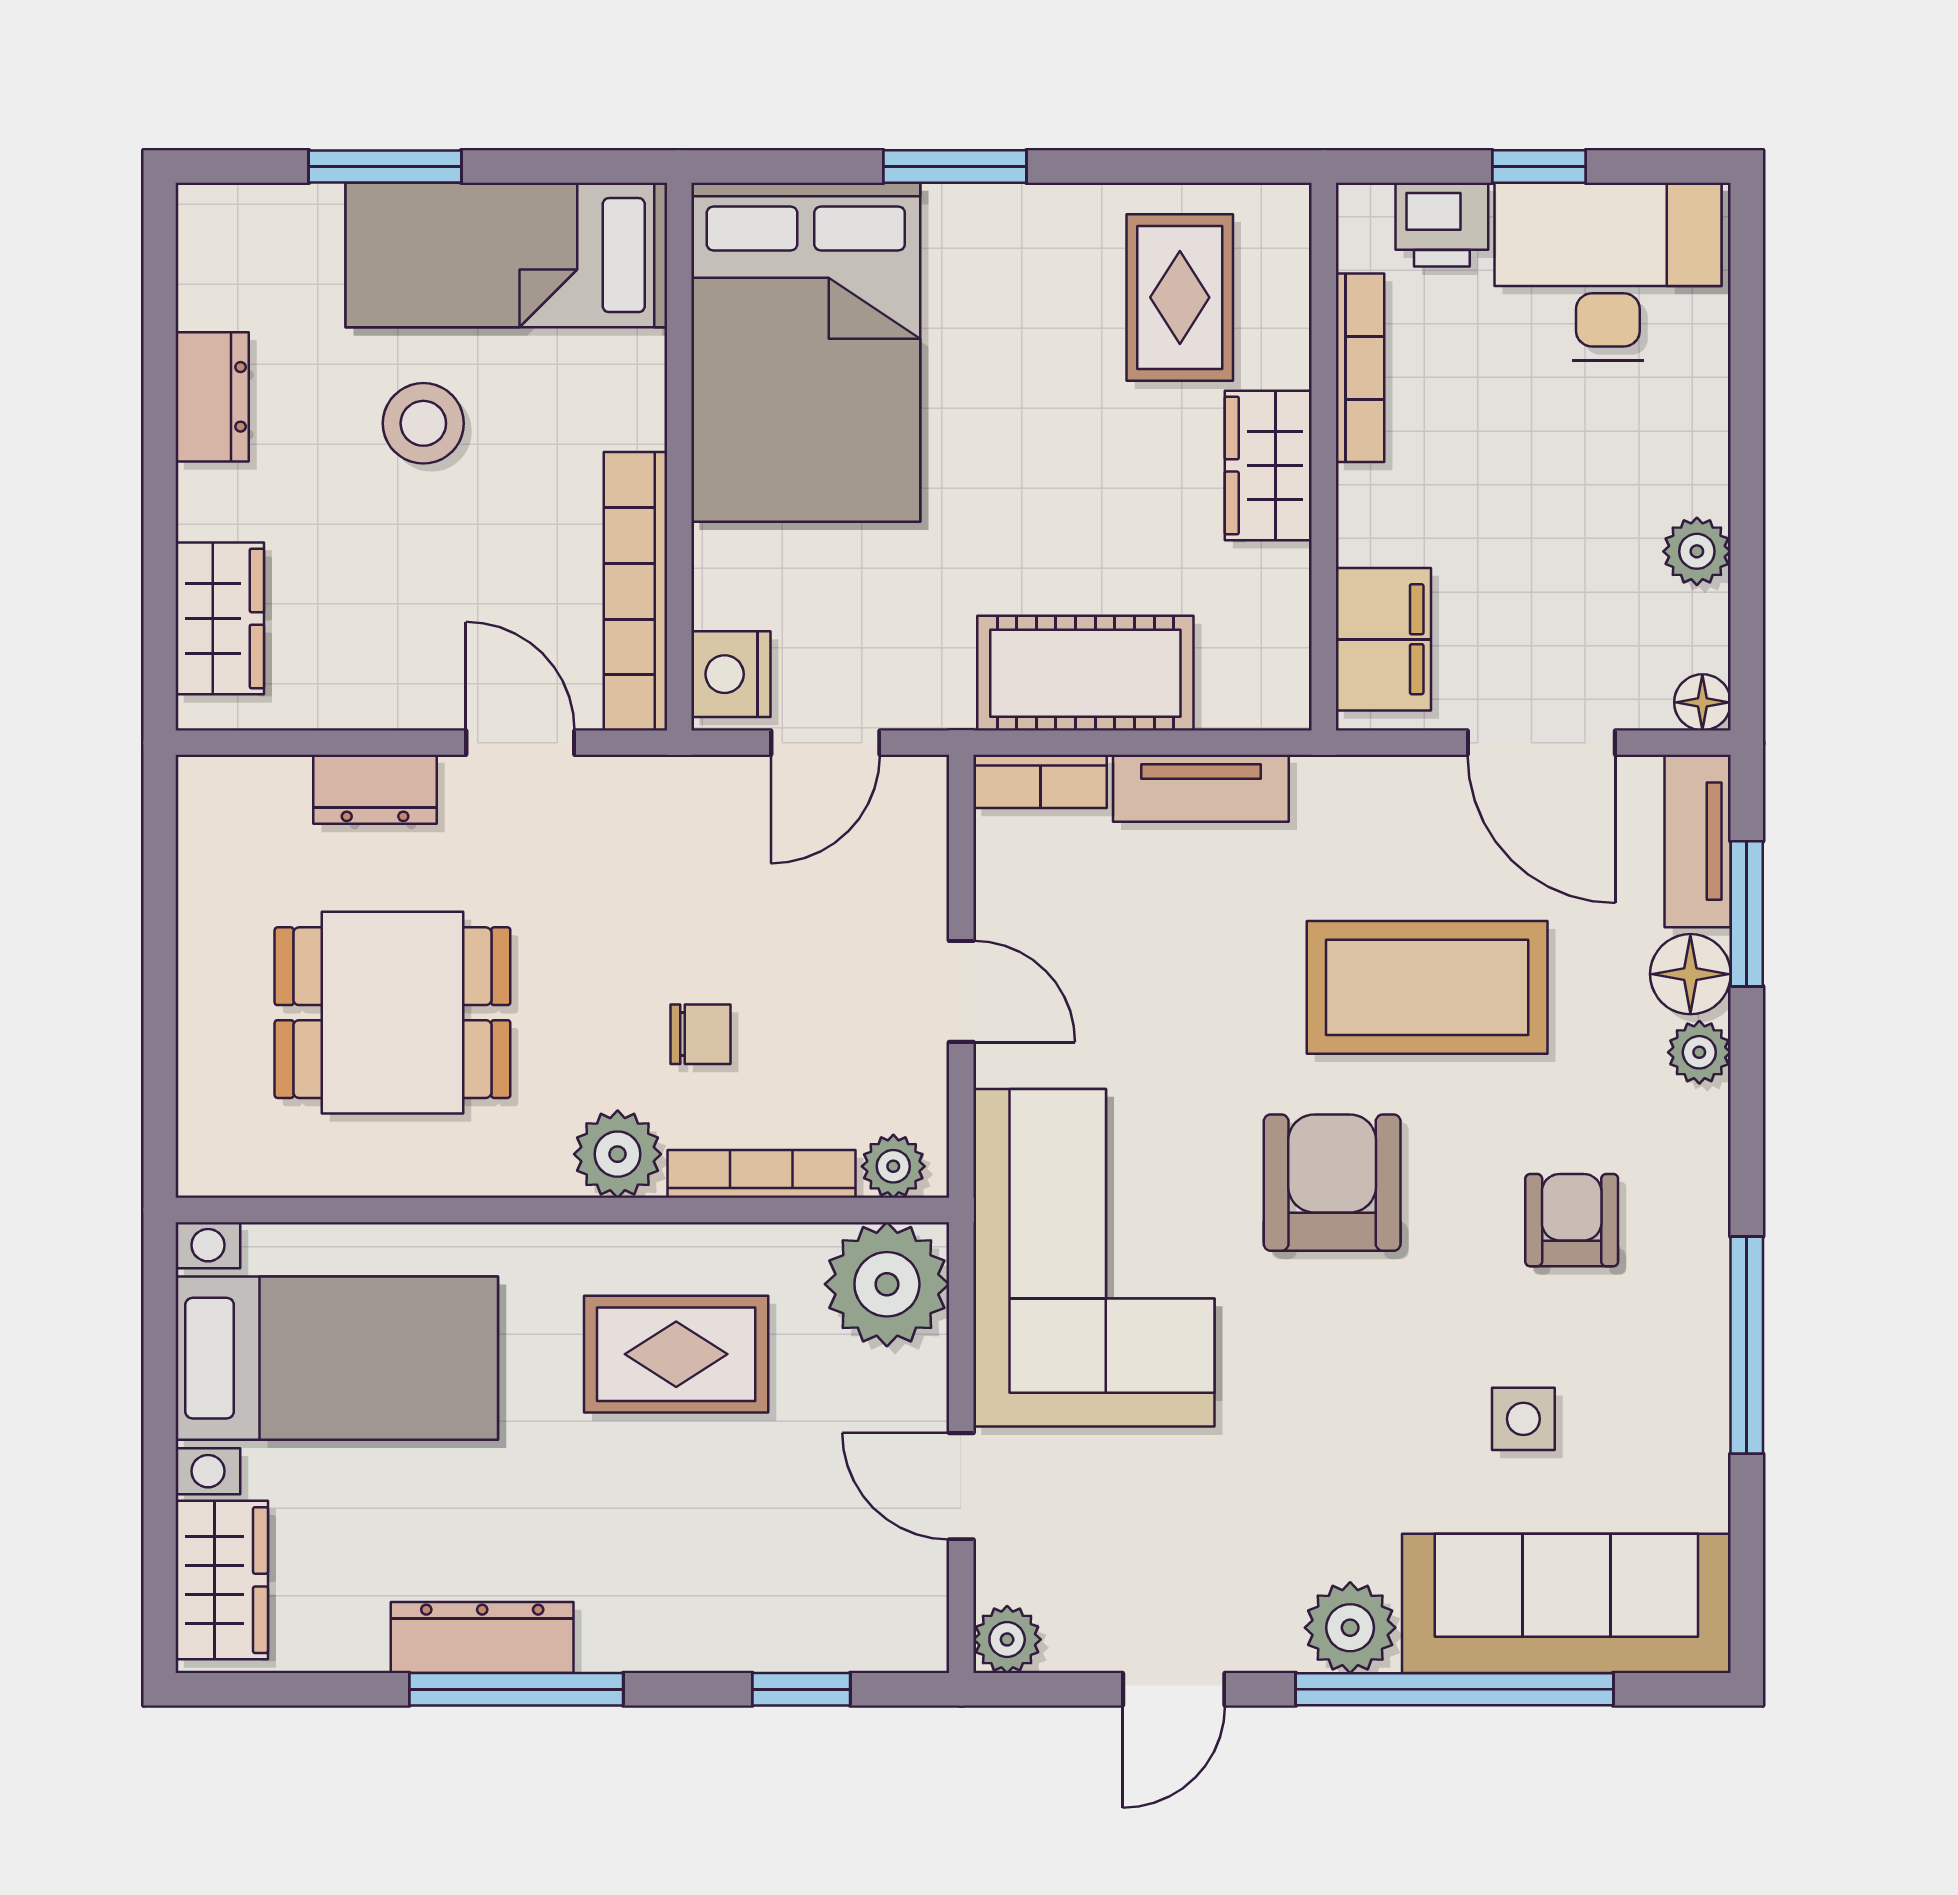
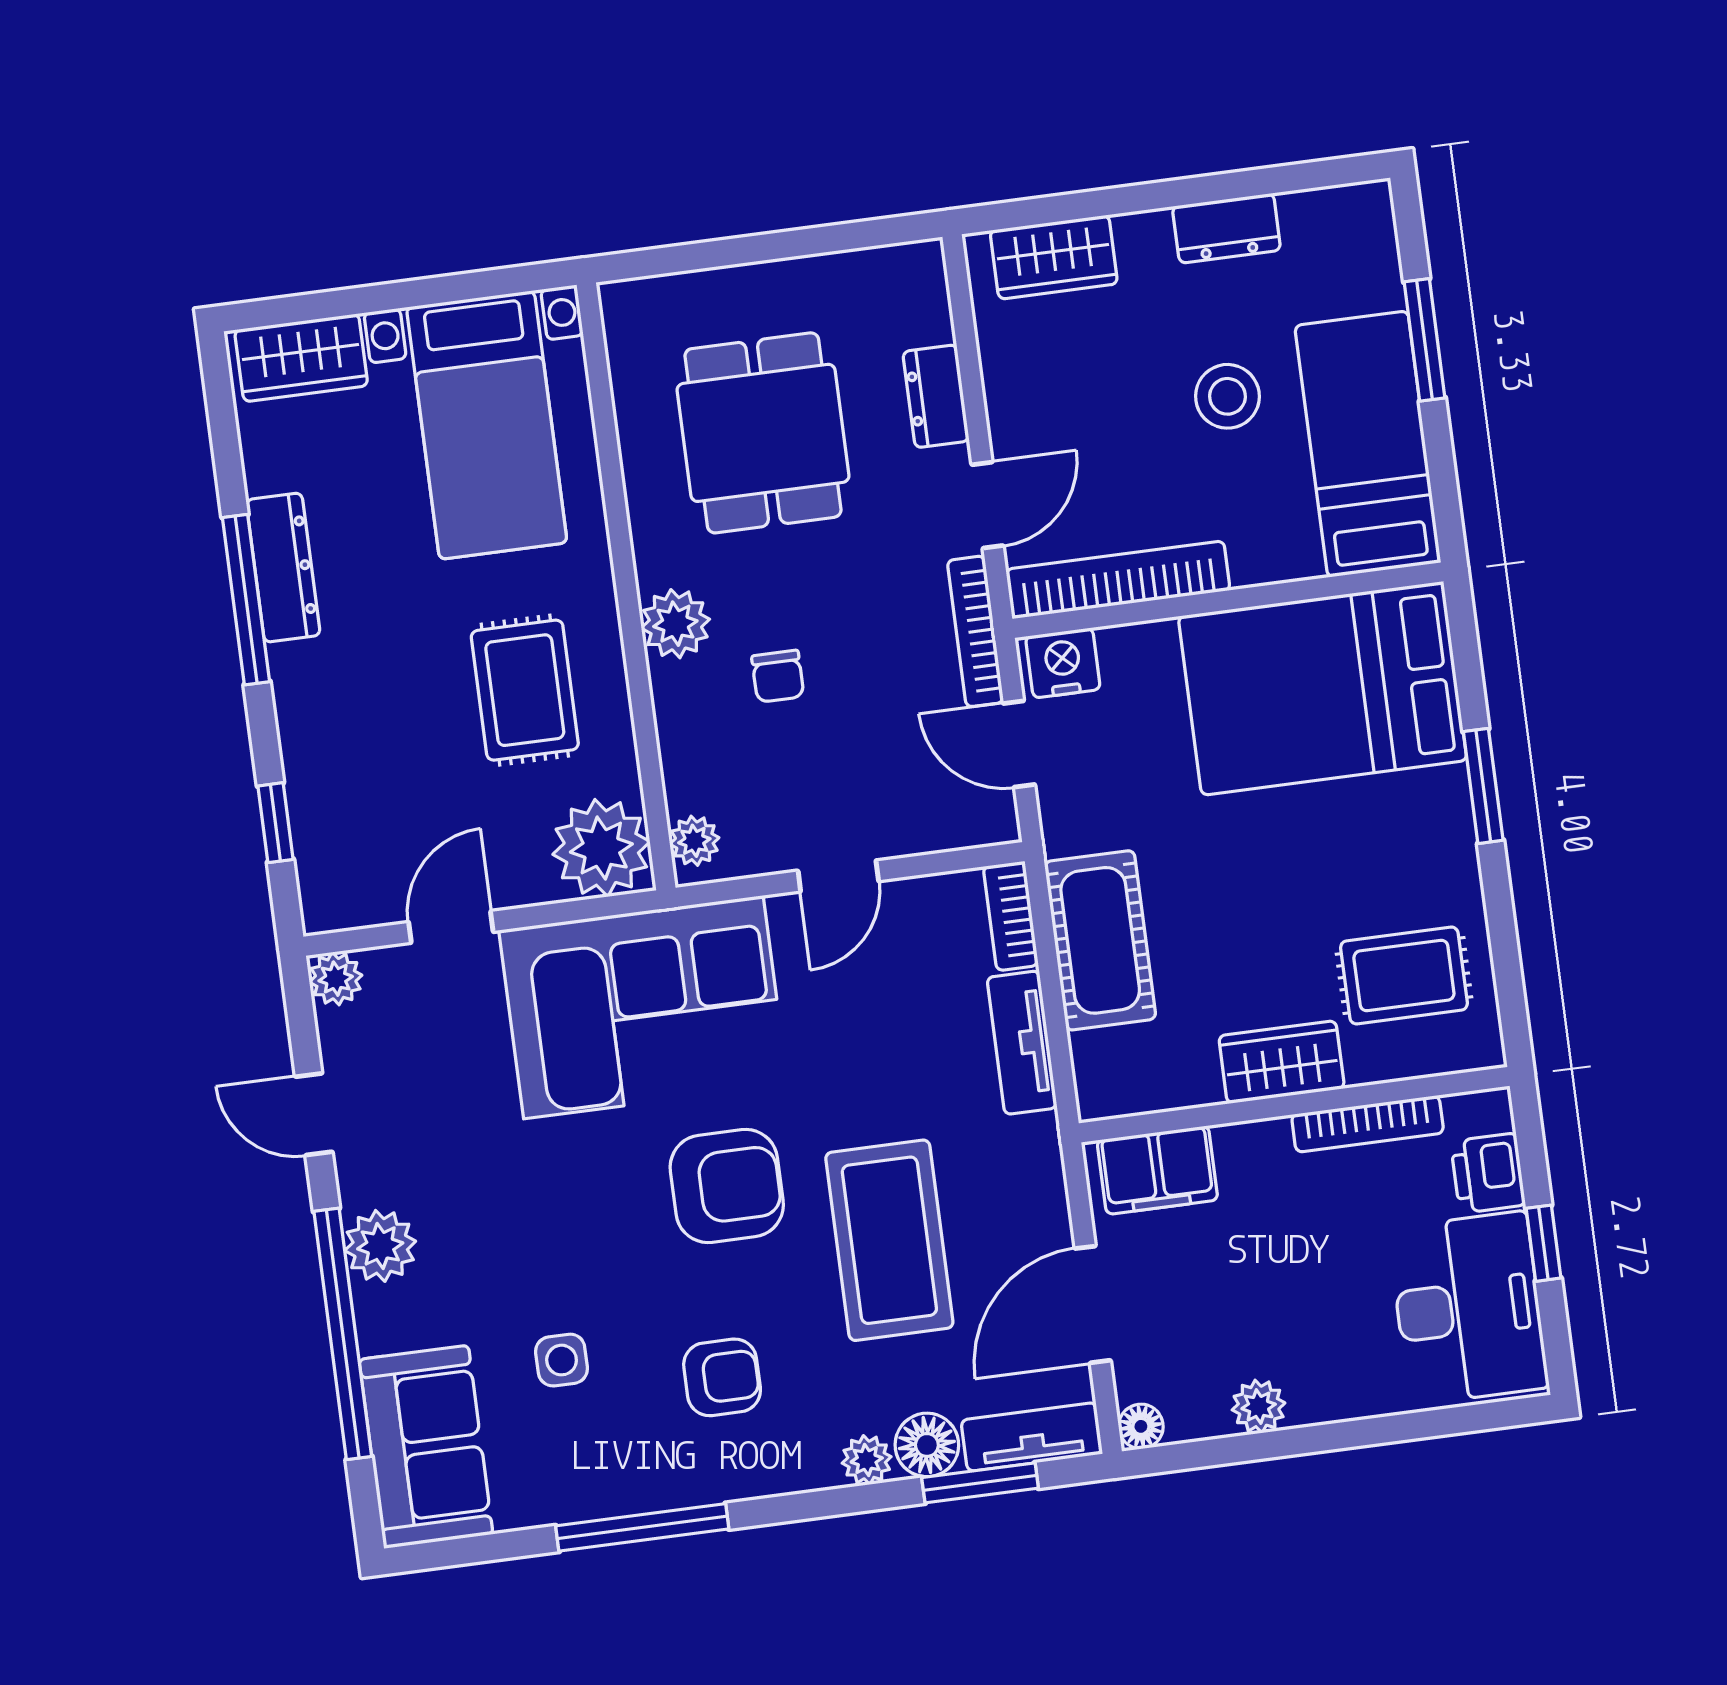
bookcase: (761, 1174) -> (975, 631), moved, turned 180
sofa: (1566, 1603) -> (426, 1447), width x0.73

